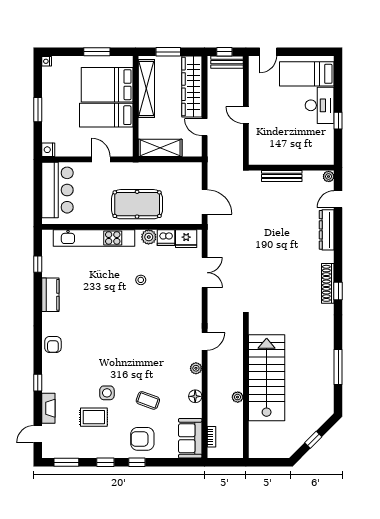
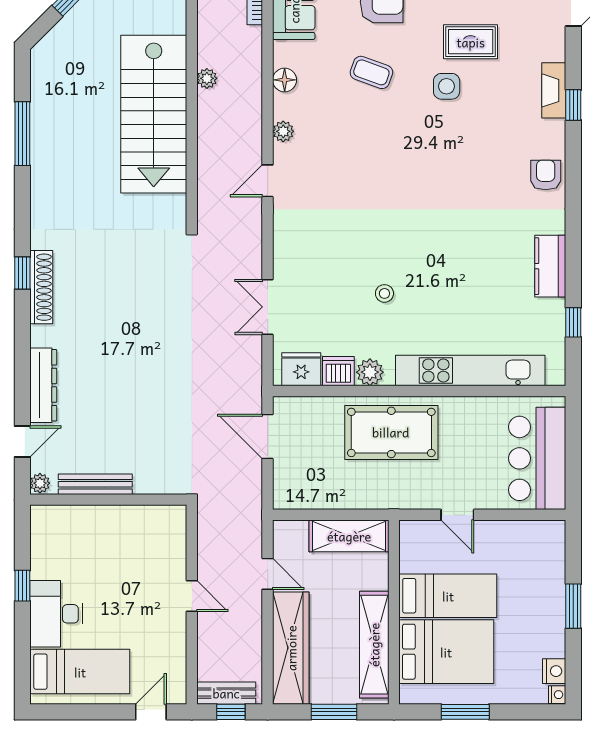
nightstand: (48, 150) -> (554, 671), moved
bench: (282, 176) -> (95, 484), moved
fireplace: (48, 408) -> (554, 90), moved

